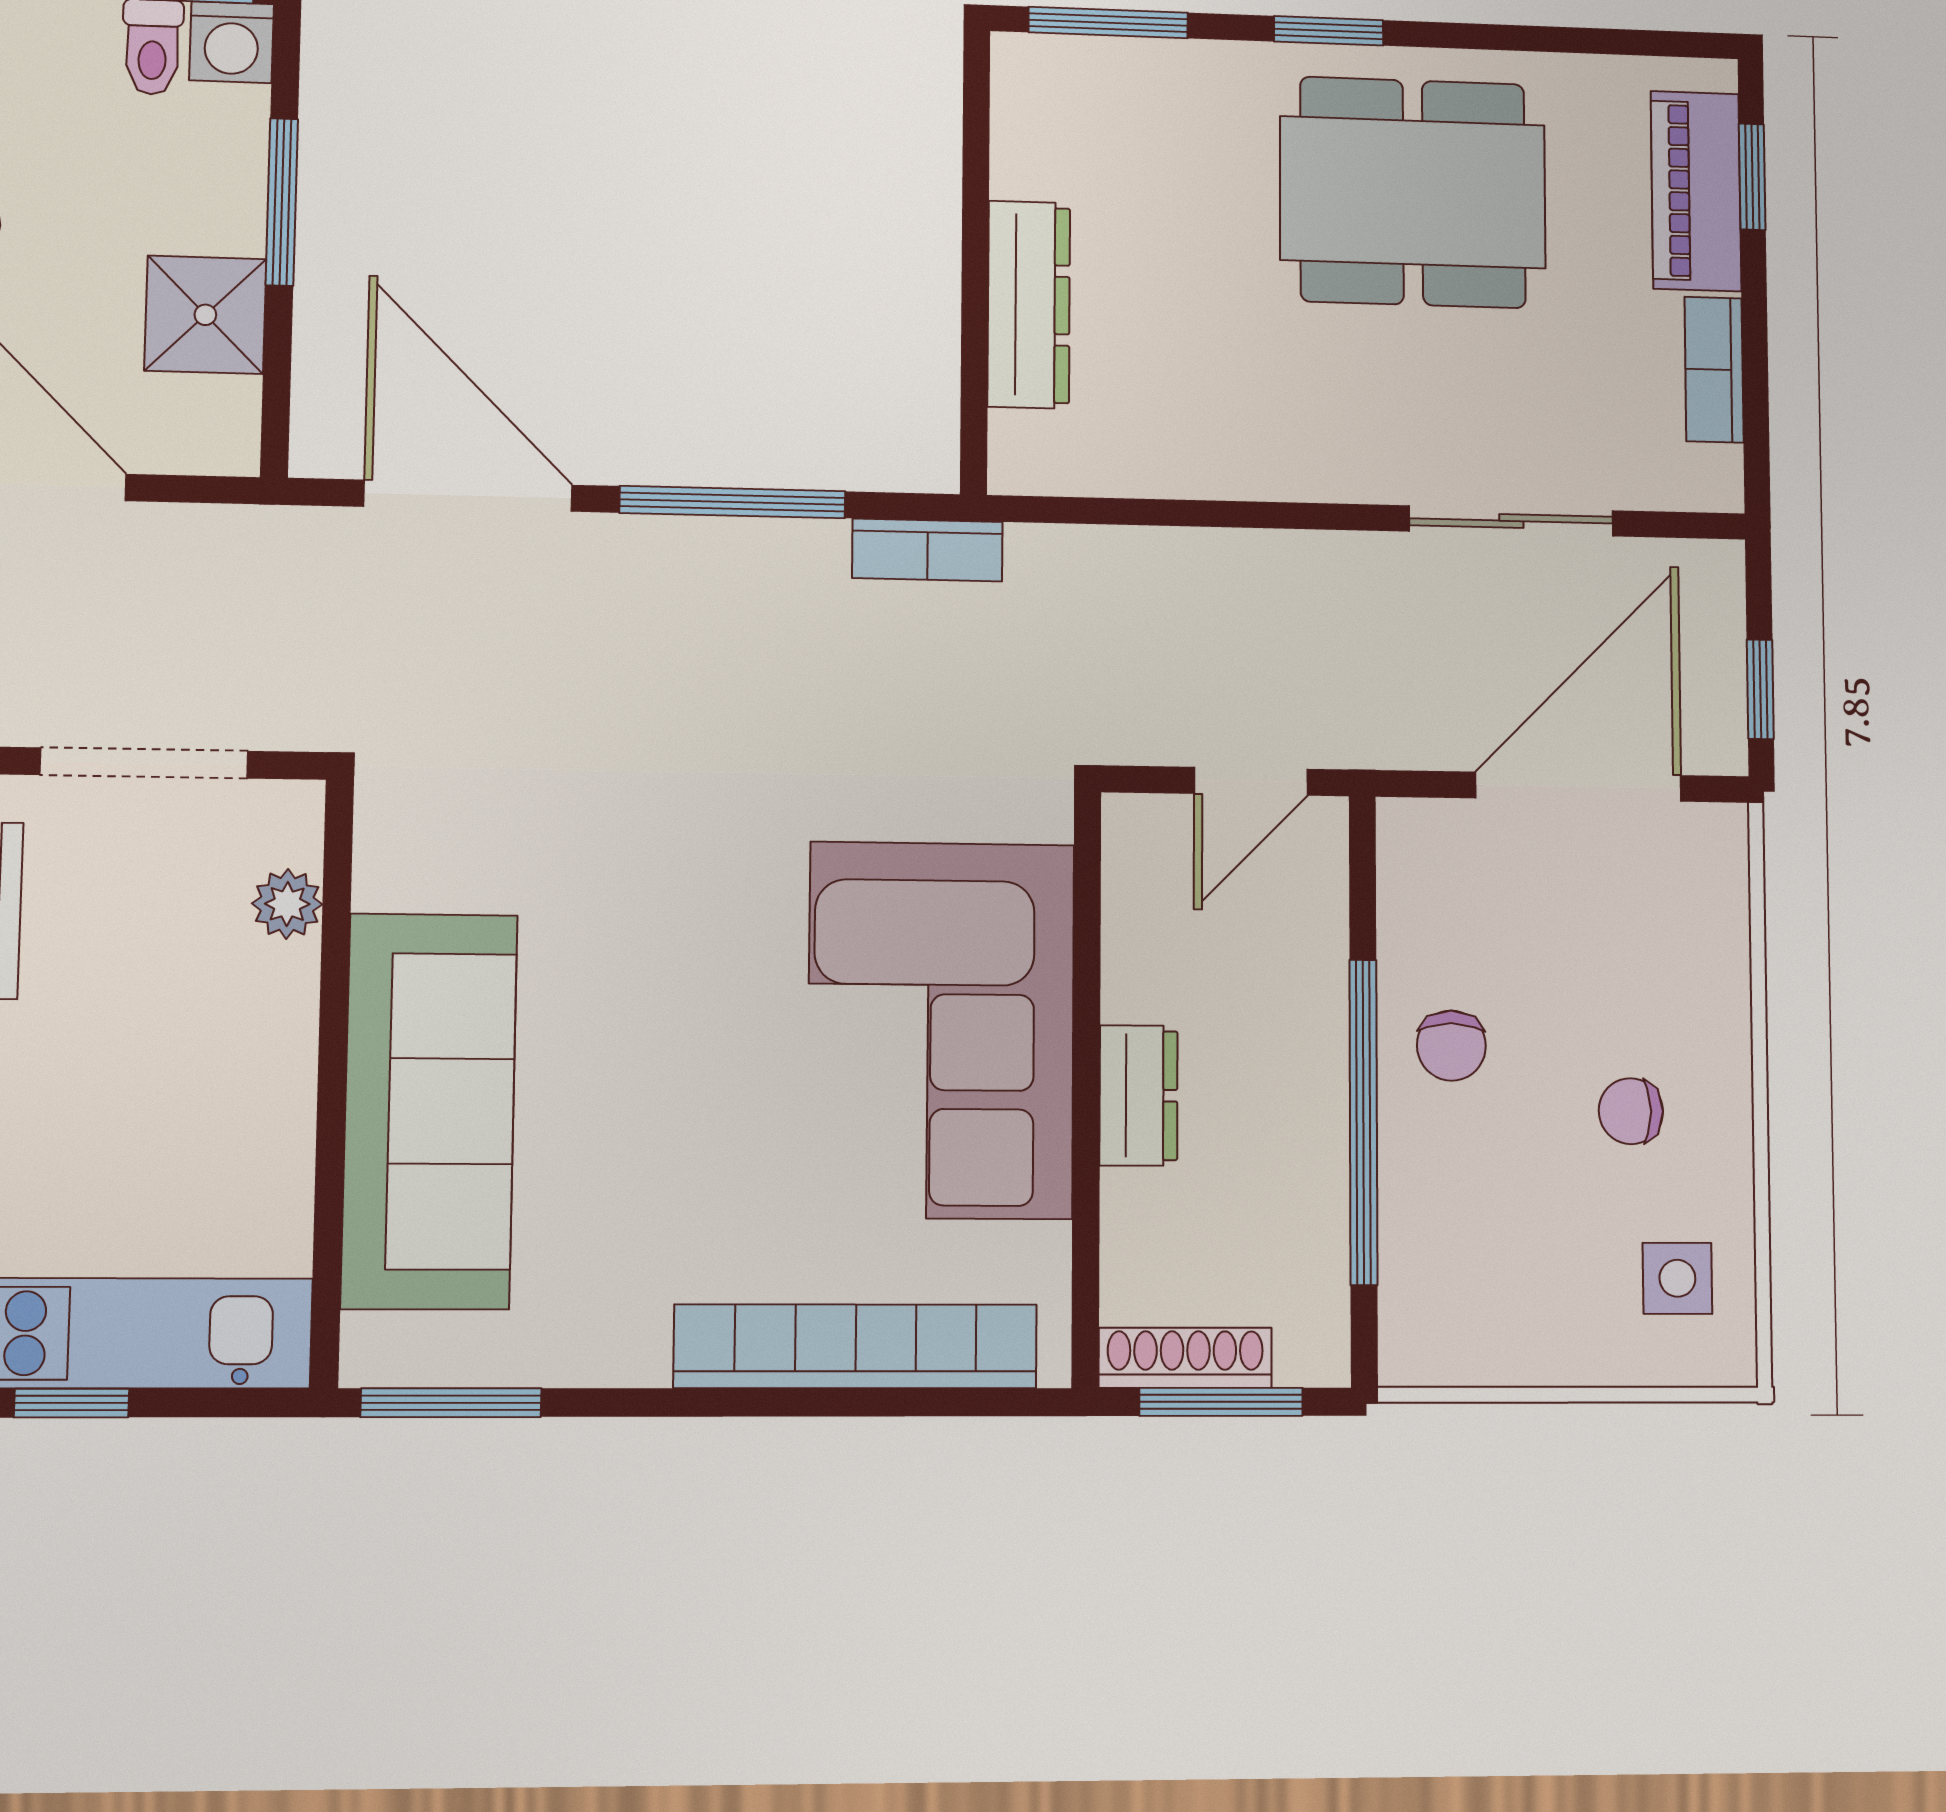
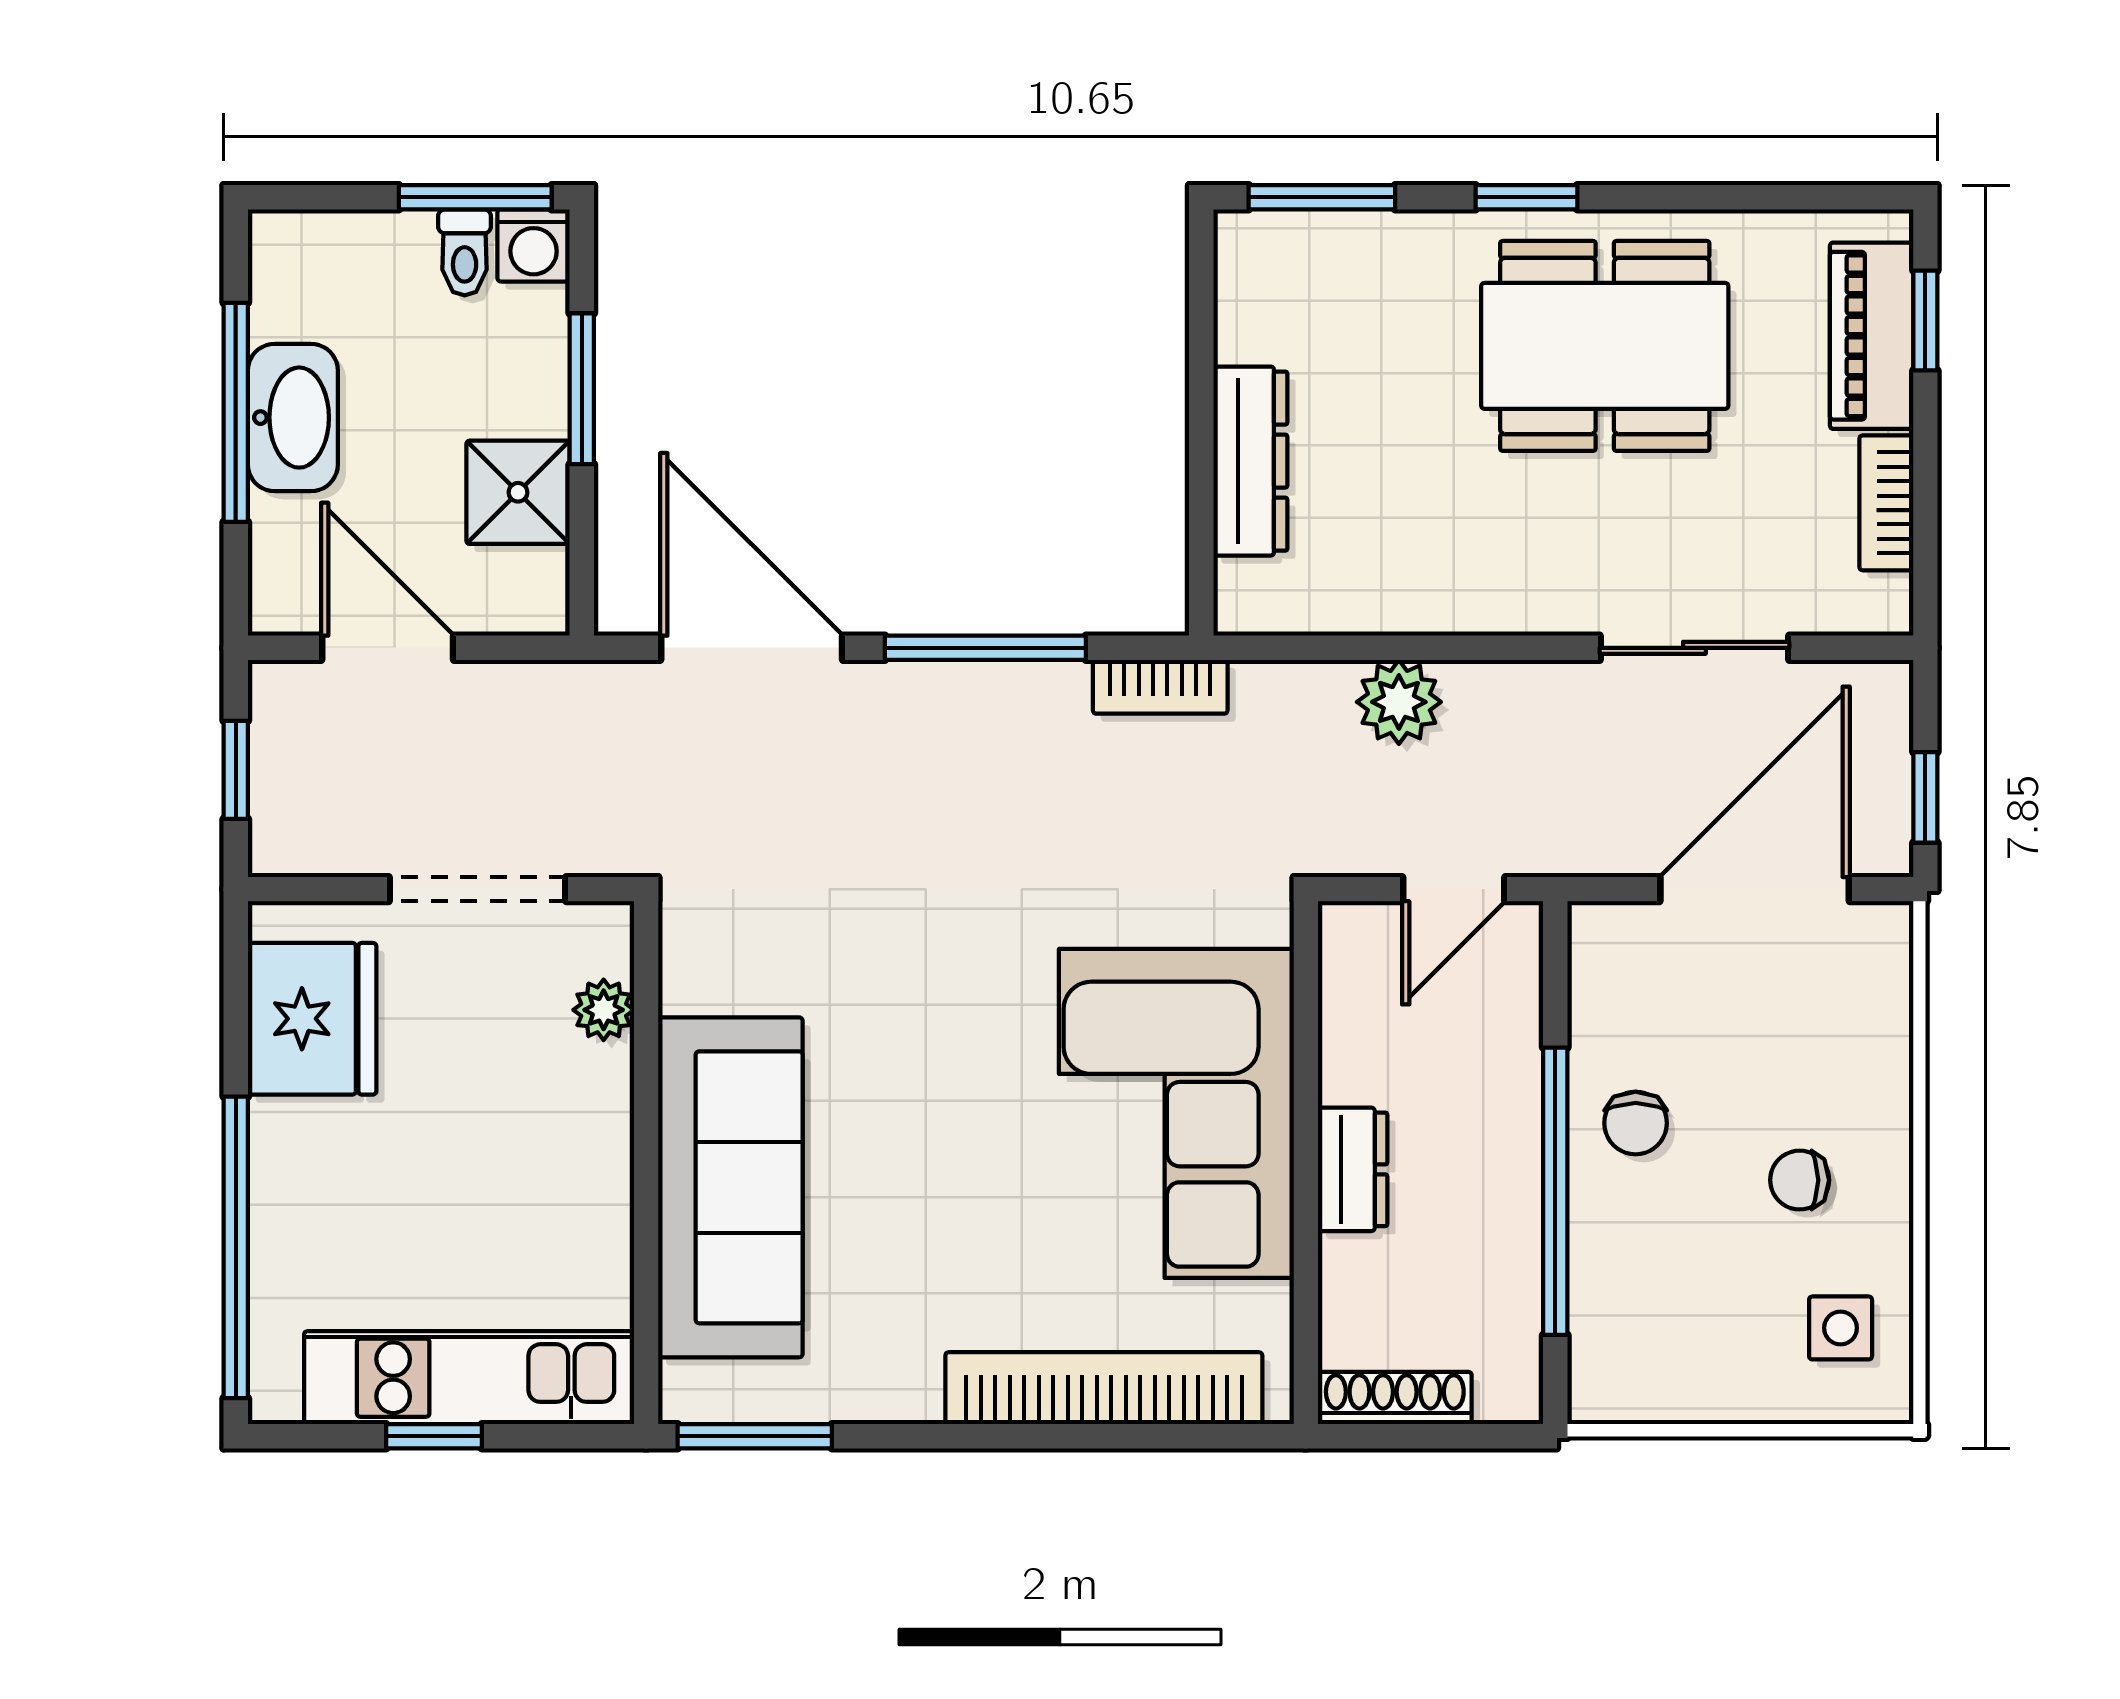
plant: (1191, 573) -> (1399, 702), added
window: (1221, 1402) -> (1427, 1436), removed

